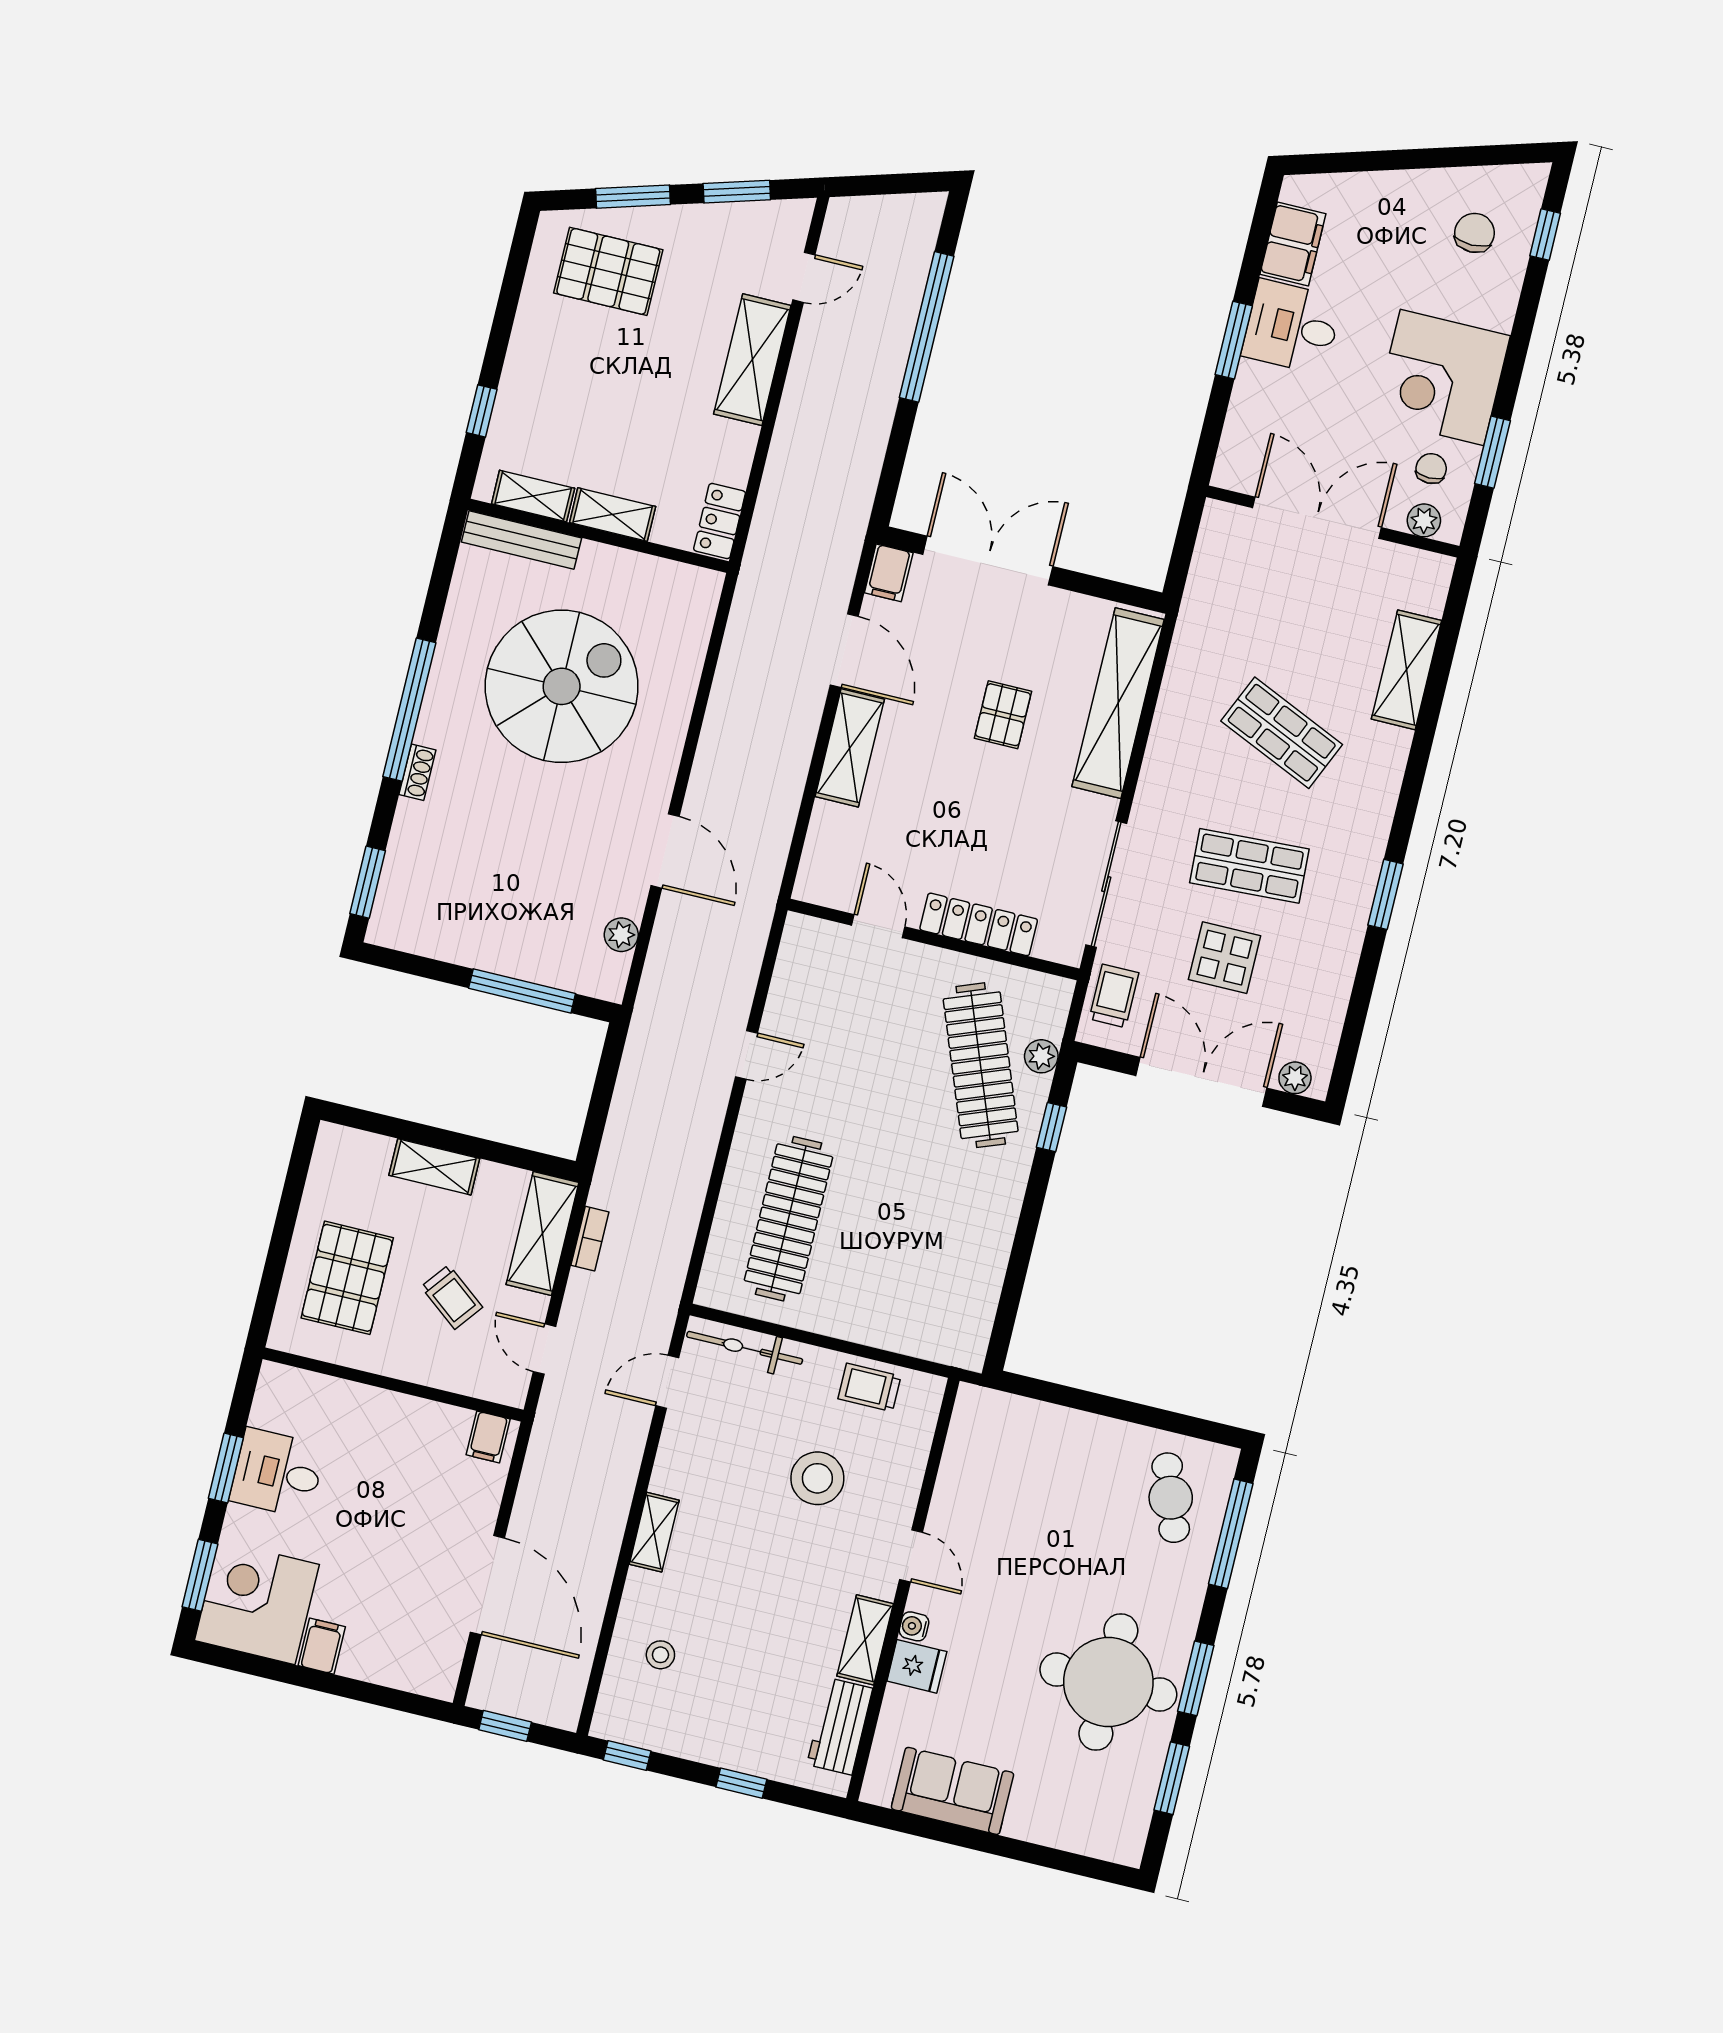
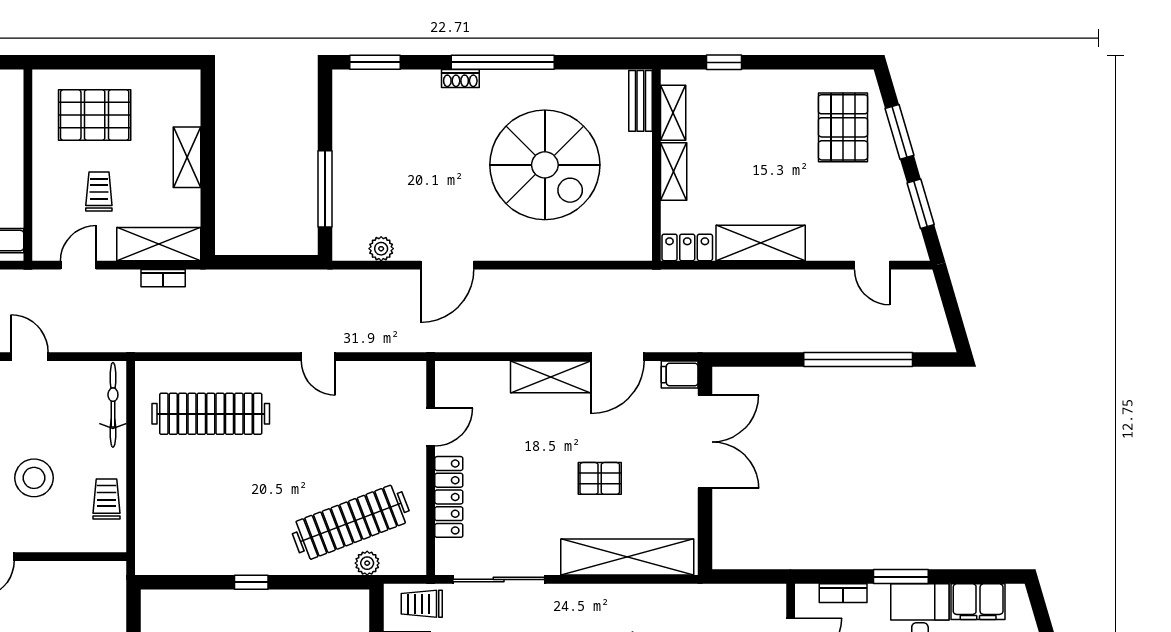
shelving: (752, 360) -> (761, 243), moved
bookcase: (1237, 423) -> (843, 593), added
bench: (521, 540) -> (640, 101), width x0.73
trolley: (1114, 996) -> (422, 604), turned 180
window: (1052, 1127) -> (251, 582), moved
trolley: (452, 1297) -> (99, 191), turned 142
door: (667, 1382) -> (29, 357), moved

